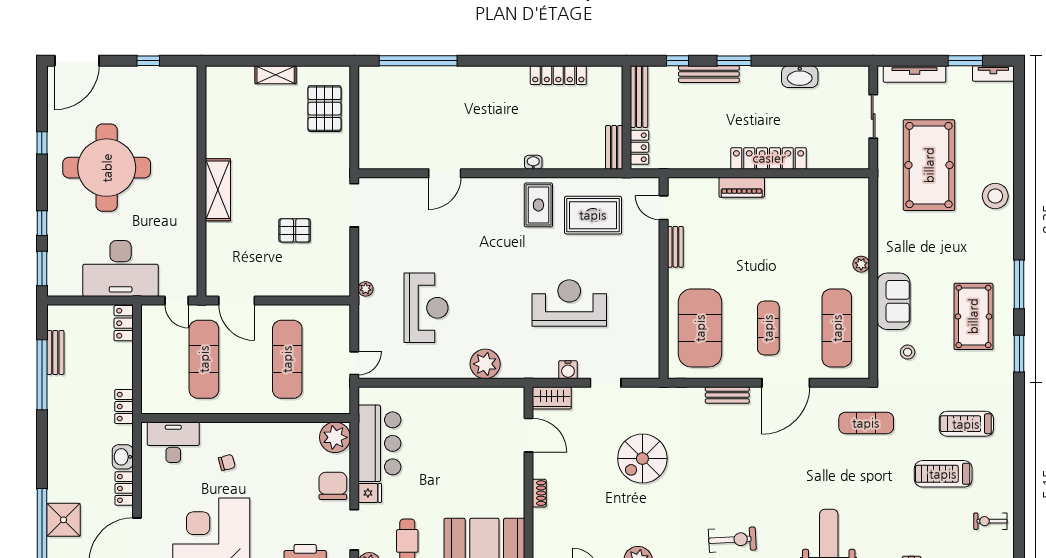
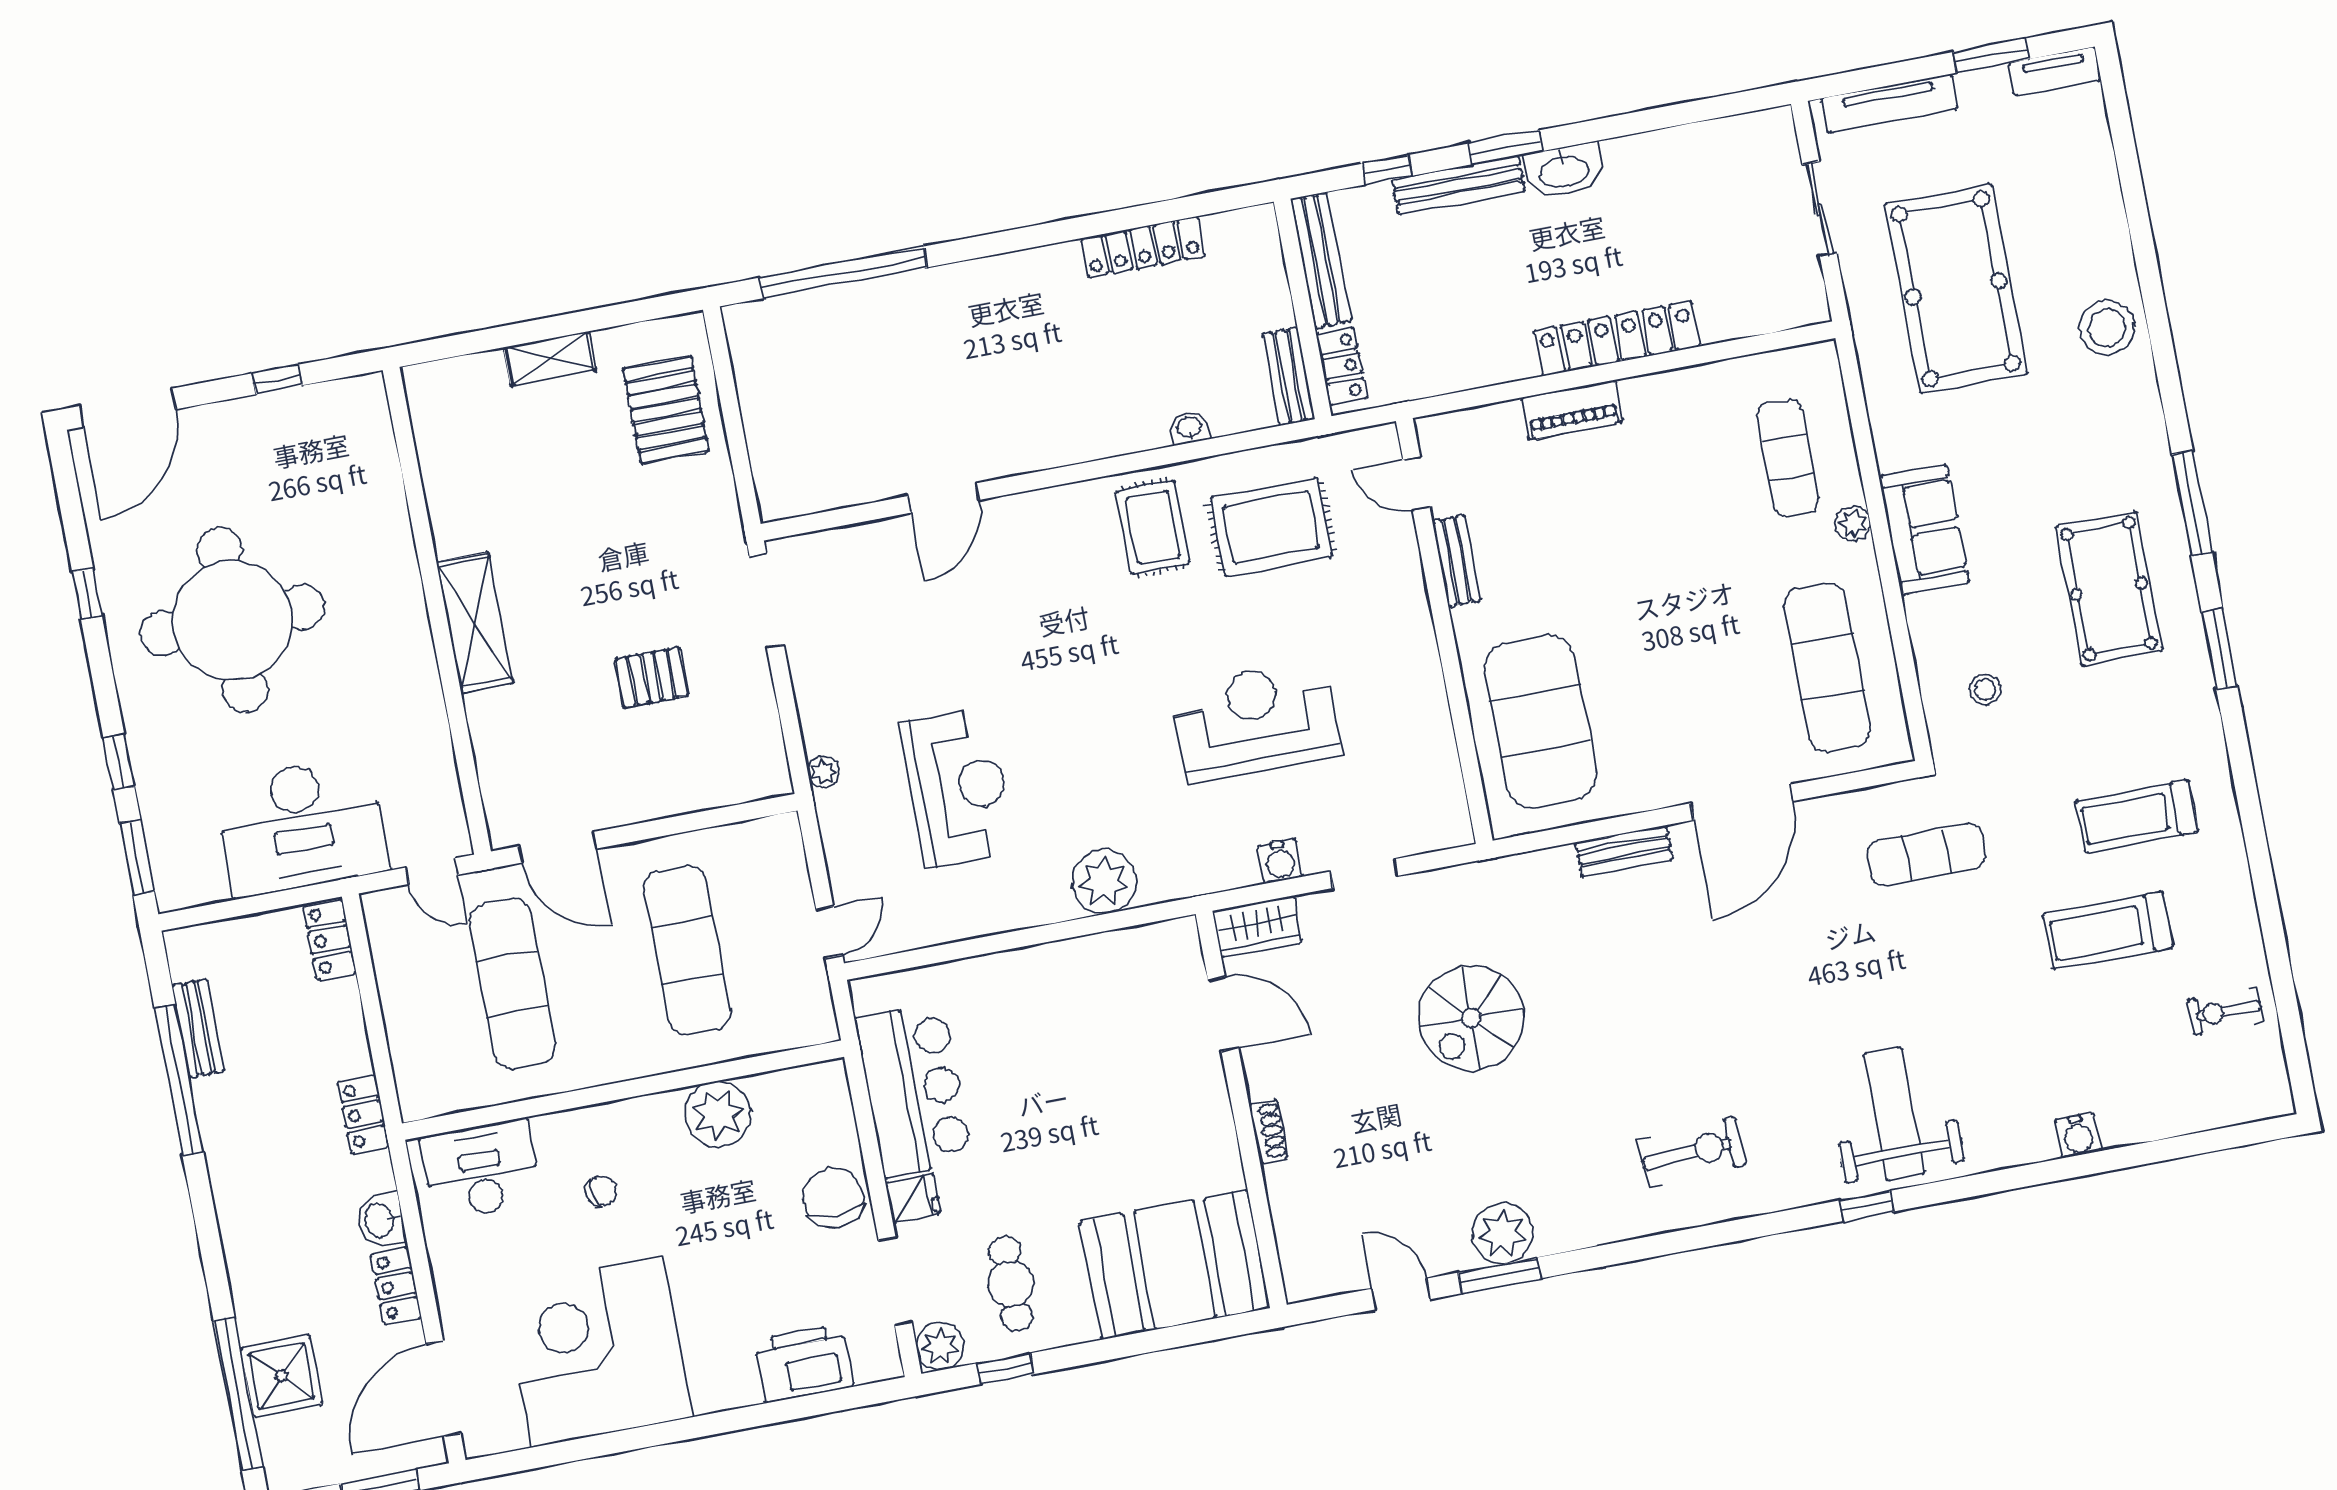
washbasin: (800, 77) -> (1564, 171), moved
washbasin: (533, 162) -> (1189, 428), moved
sofa: (893, 301) -> (1924, 529), moved
exercise mat: (768, 328) -> (1788, 458), moved
plant: (335, 437) -> (718, 1114), moved

